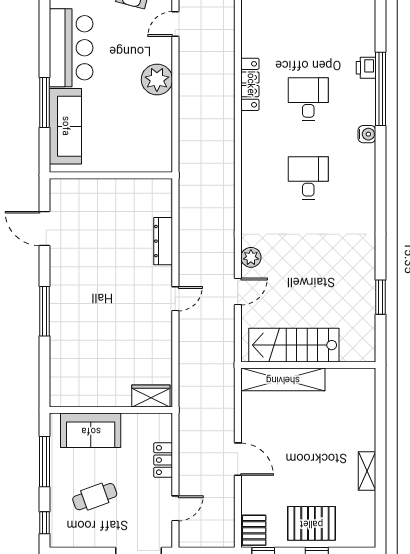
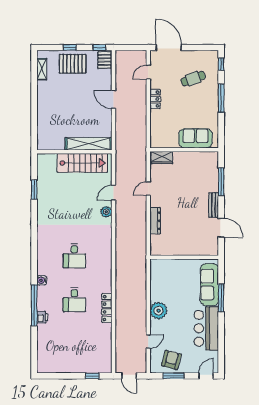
bench: (58, 269) -> (214, 205), added
wardrobe: (151, 396) -> (162, 157), moved
wall: (111, 410) -> (184, 150), moved
sofa: (91, 430) -> (195, 138), moved
shelving: (367, 471) -> (42, 69), moved

